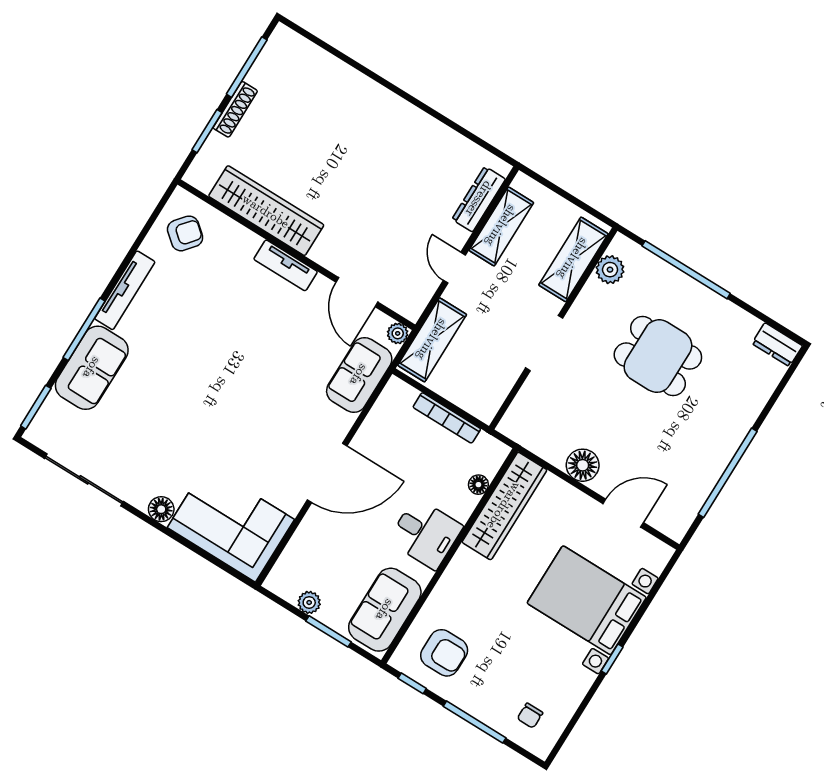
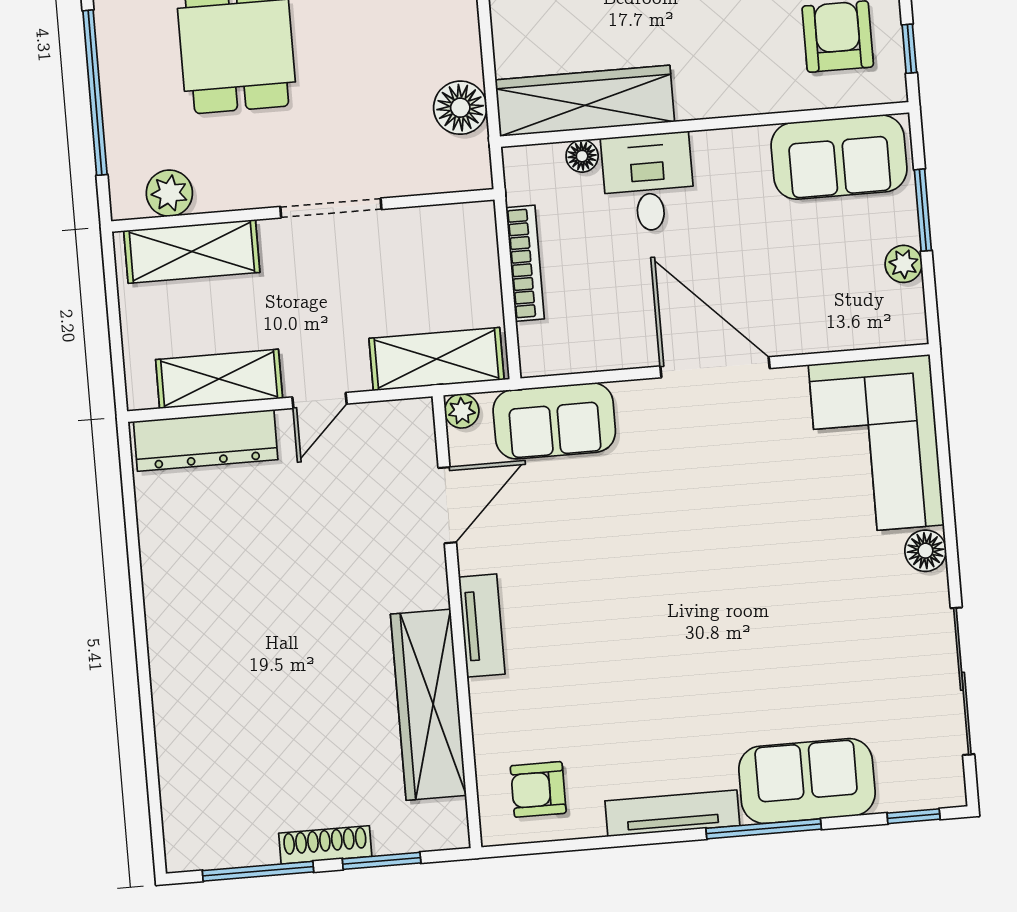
dresser: (479, 199) -> (206, 440), width x1.37, depth x1.24
armchair: (185, 233) -> (538, 789), turned -40
window: (36, 407) -> (914, 816), width x0.67
floor lamp: (583, 465) -> (460, 108), moved
desk: (425, 534) -> (648, 182), moved

